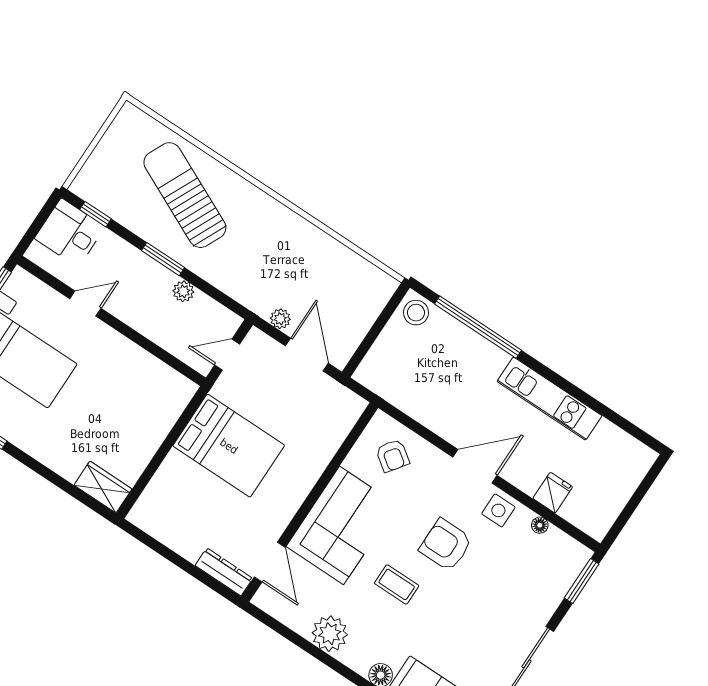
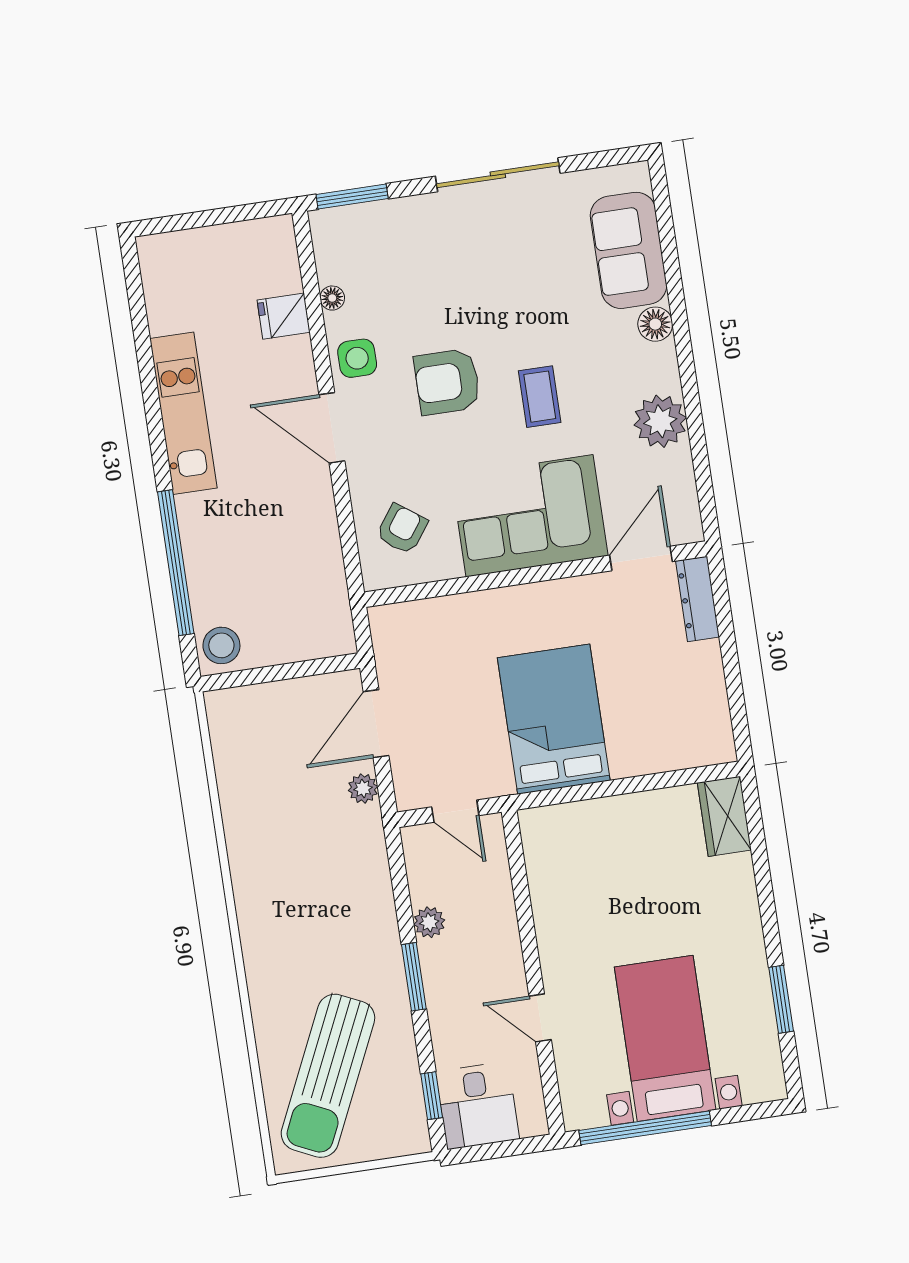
sun lounger: (185, 195) -> (328, 1076), moved
armchair: (446, 545) -> (447, 382), turned 90

